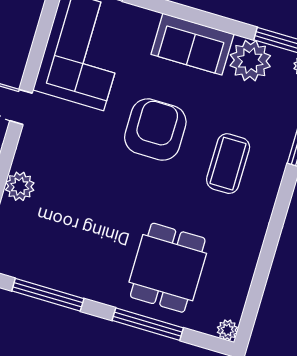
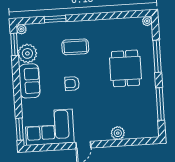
armchair: (155, 130) -> (72, 84), width x0.53, depth x0.53
dining table: (168, 268) -> (125, 68), moved, turned 90

